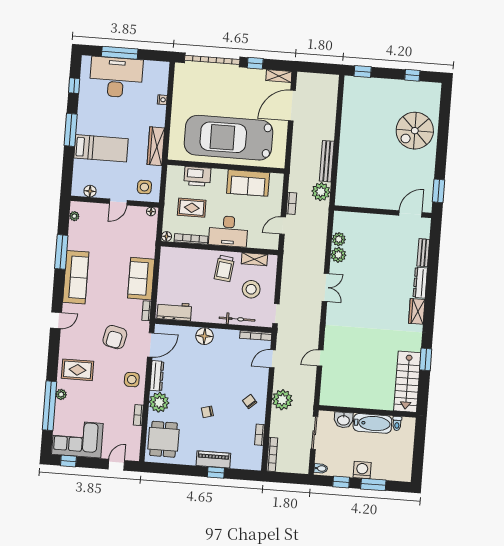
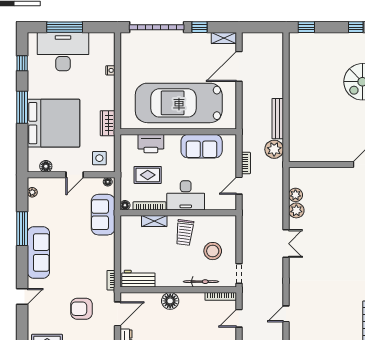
wardrobe: (156, 146) -> (108, 123), width x0.67
bed: (101, 148) -> (53, 123), width x2.04
shelving: (254, 259) -> (154, 221), moved
sofa: (141, 279) -> (103, 215), moved
armchair: (115, 337) -> (82, 309), turned 78

